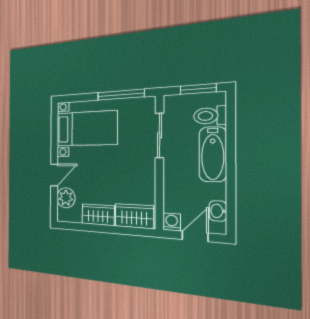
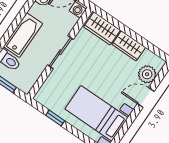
window: (121, 95) -> (55, 118), width x0.46
sliding door: (159, 135) -> (60, 52), moved

